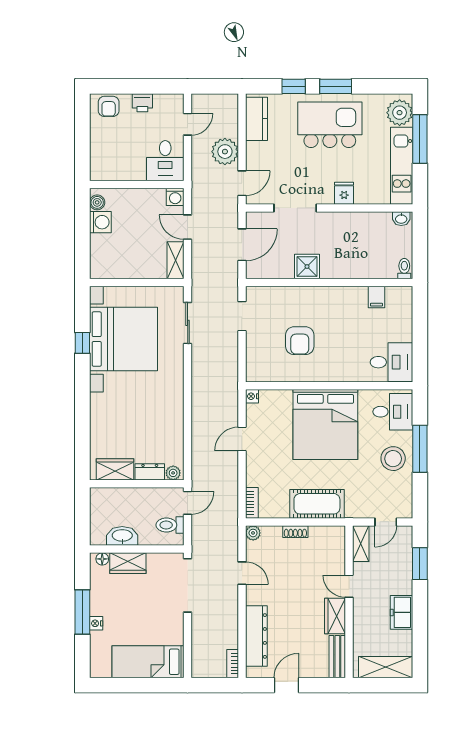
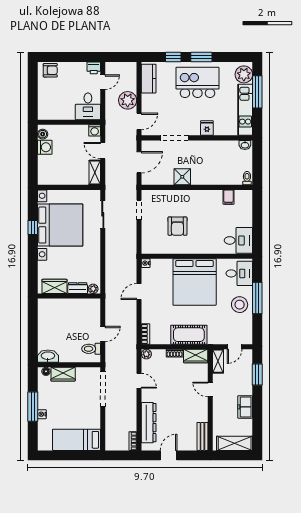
printer: (142, 103) -> (94, 68), moved
armchair: (109, 106) -> (50, 70), turned -90
wardrobe: (115, 469) -> (54, 286), moved
dresser: (150, 472) -> (78, 288), moved
plant: (173, 473) -> (93, 289), moved
wall: (137, 484) -> (69, 296), moved
washbasin: (122, 536) -> (48, 356), moved
wardrobe: (335, 616) -> (196, 356), moved, turned -90

